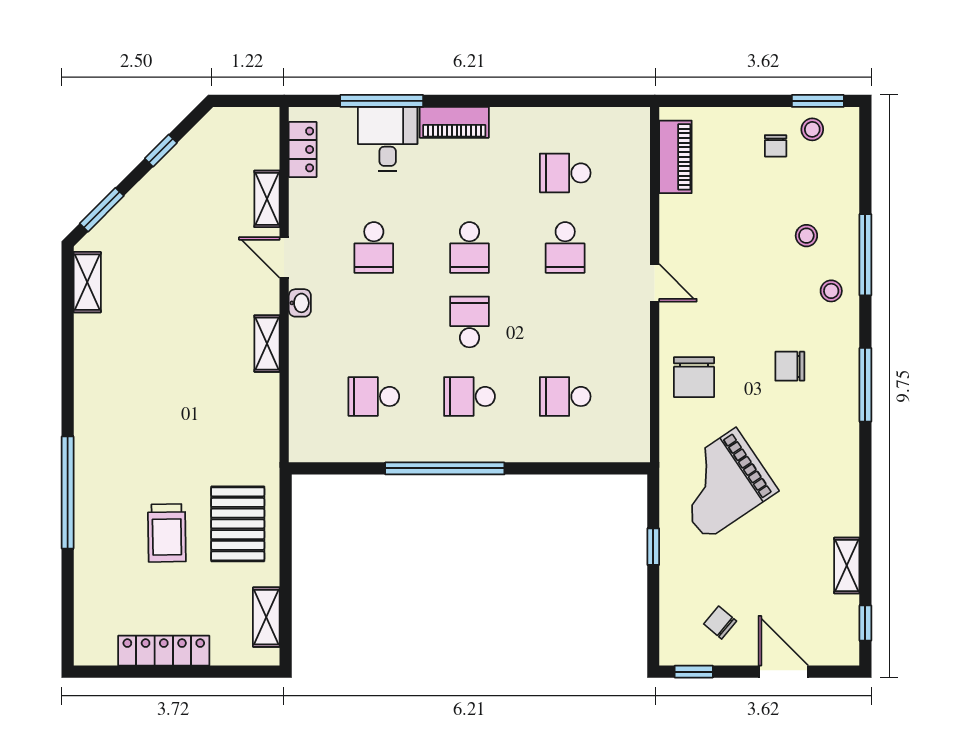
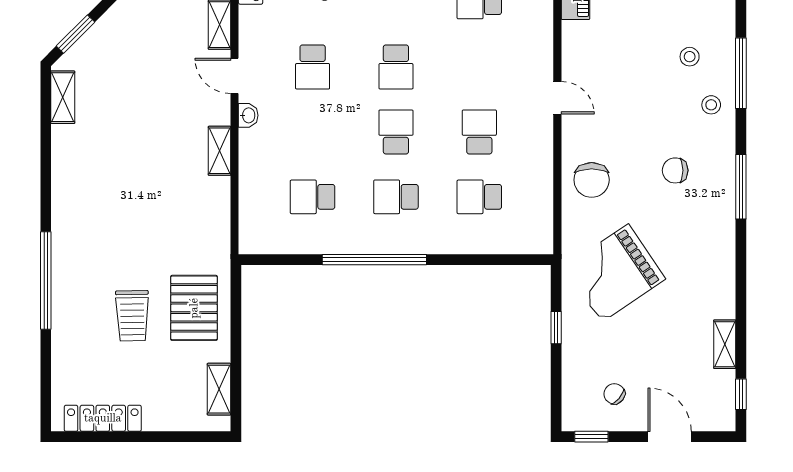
school desk: (565, 247) -> (479, 132), moved, turned 180
locker: (164, 651) -> (103, 418), moved

